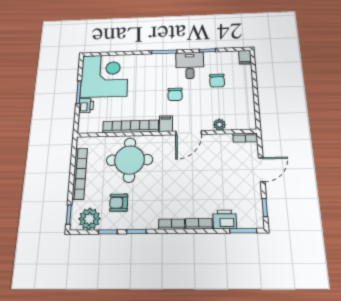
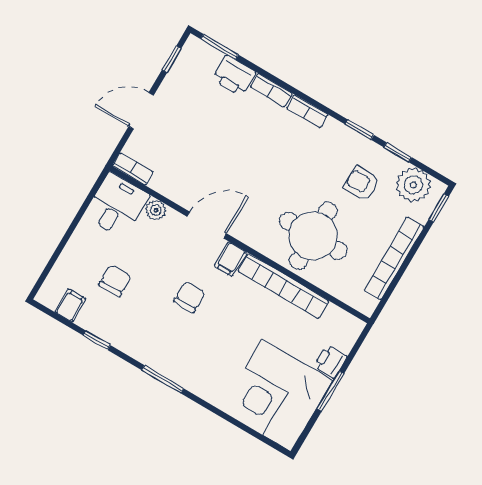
filing cabinet: (245, 57) -> (70, 305), moved
desk: (190, 65) -> (117, 205), moved, turned 180
armchair: (119, 203) -> (362, 183), turned 180

